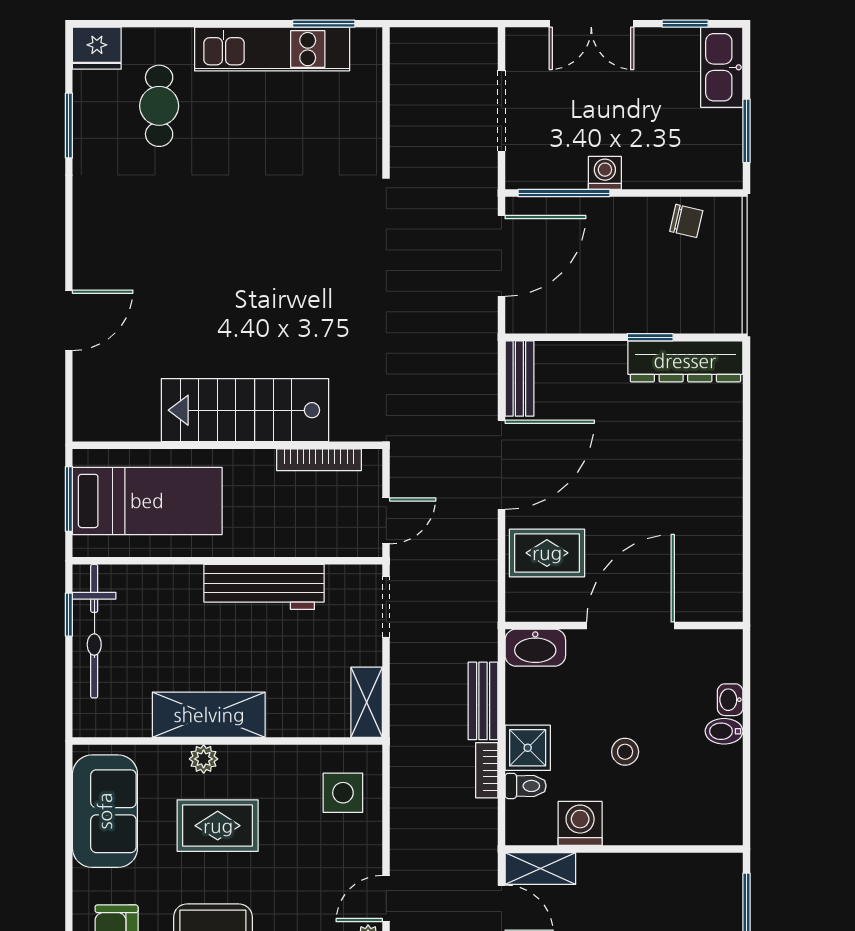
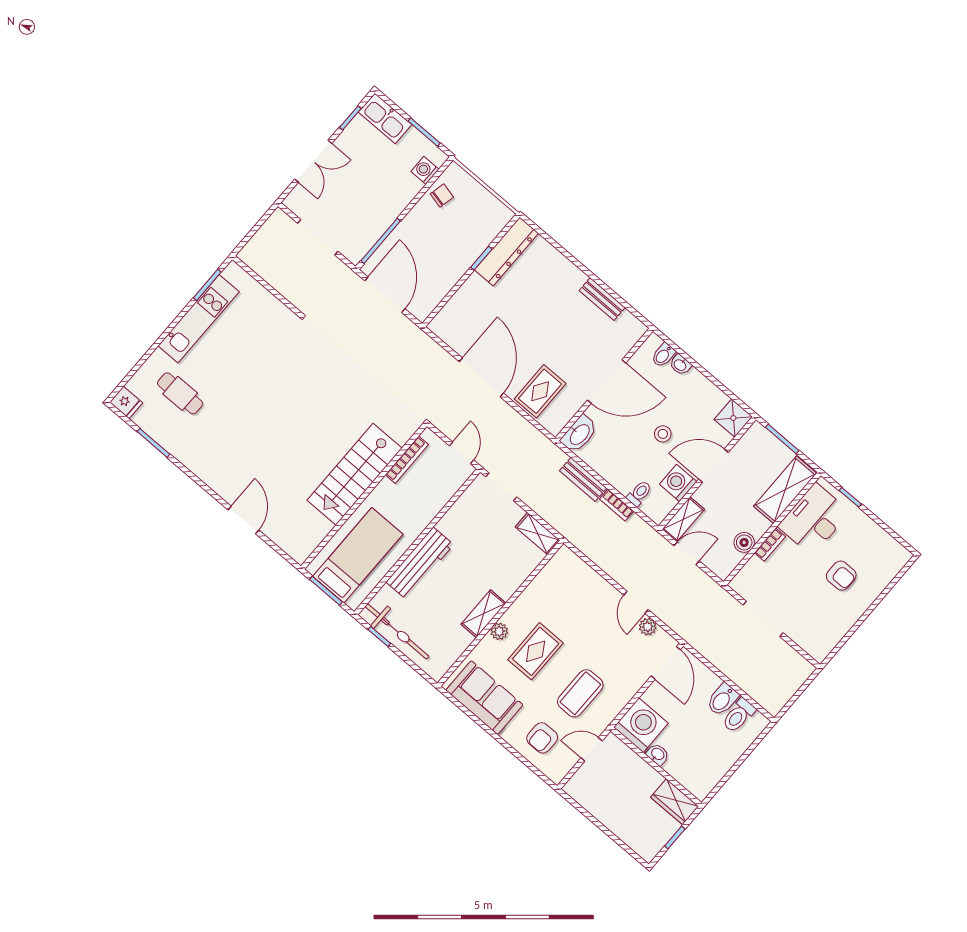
fridge: (97, 48) -> (126, 402), width x0.72
washing machine: (605, 173) -> (425, 170), moved
bench: (519, 379) -> (602, 299), moved
workbench: (264, 587) -> (420, 563), moved
door: (630, 626) -> (607, 381), swing flipped
shelving: (209, 715) -> (484, 614), width x0.67, depth x0.75
bidet: (724, 731) -> (663, 355), moved
shower: (528, 748) -> (733, 418), moved
side table: (343, 793) -> (570, 580), removed
door: (639, 849) -> (713, 466), added

